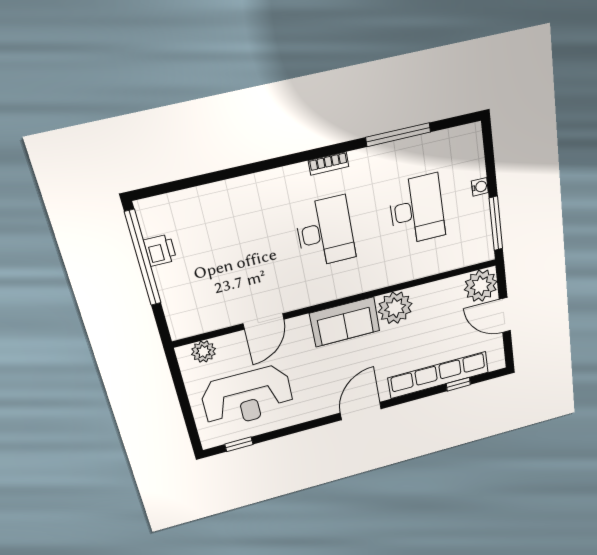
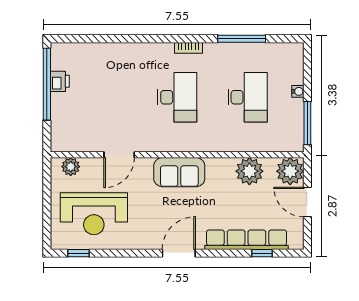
plant: (395, 308) -> (249, 171), moved

